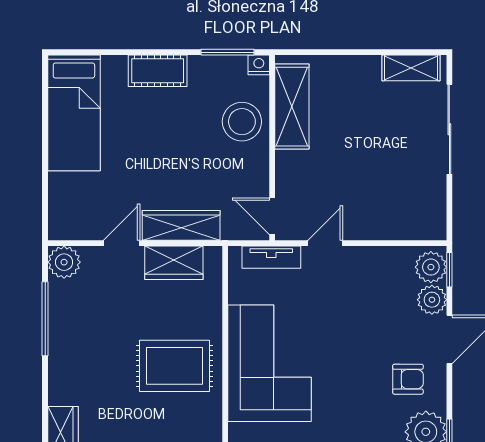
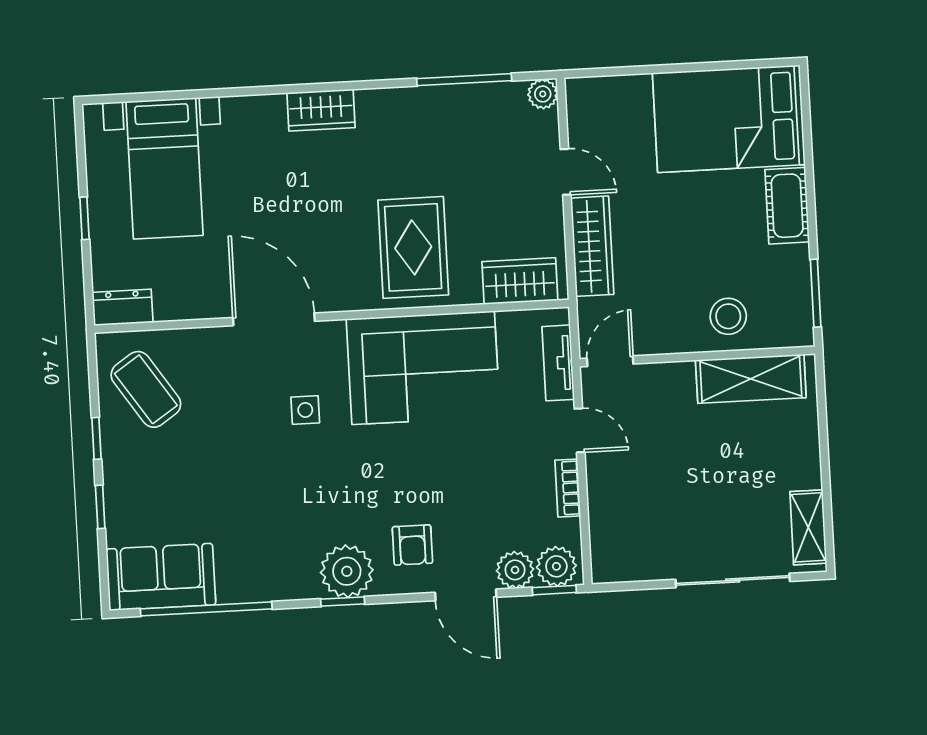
nightstand: (259, 65) -> (802, 334), removed
bed: (74, 113) -> (729, 119), width x1.50
stool: (242, 122) -> (728, 316), width x0.73, depth x0.73
bookcase: (370, 255) -> (568, 488), added
plant: (64, 262) -> (543, 94), width x0.73, depth x0.73
wardrobe: (174, 263) -> (520, 281), moved, turned 90

